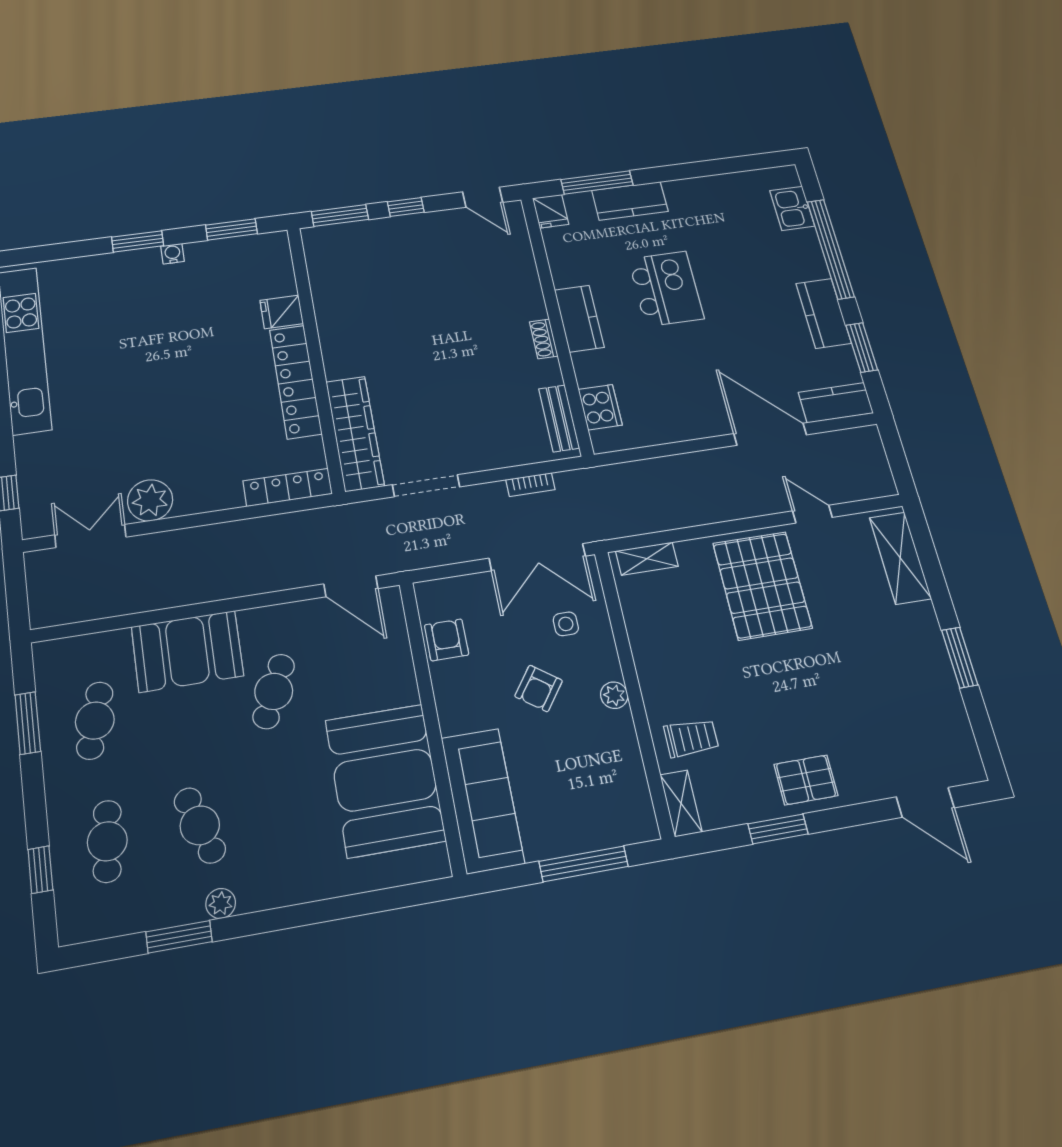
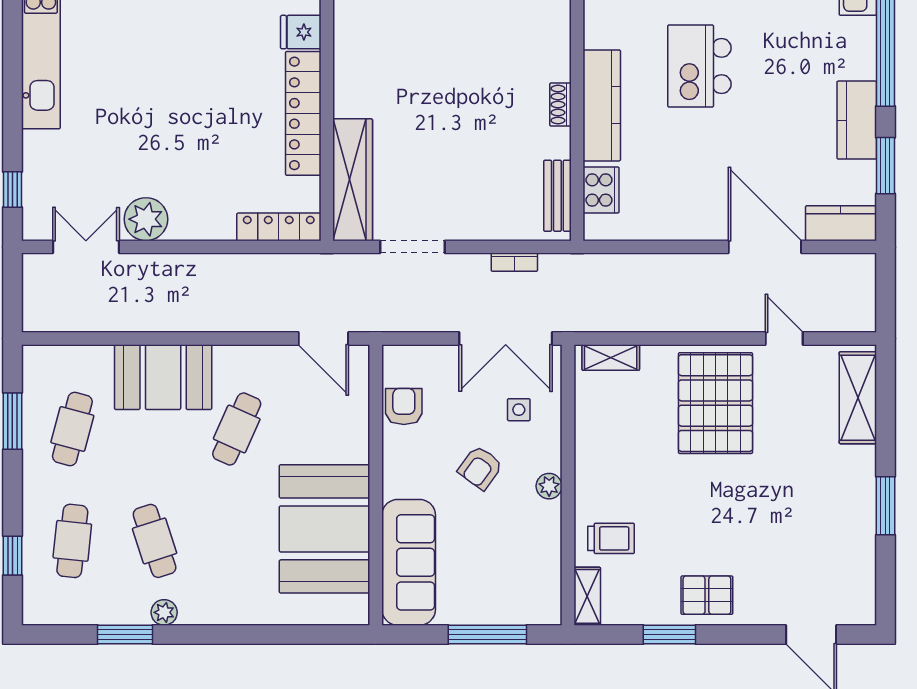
kitchen island: (666, 289) -> (699, 66), turned 180
kitchen counter: (579, 319) -> (602, 105), width x1.50

